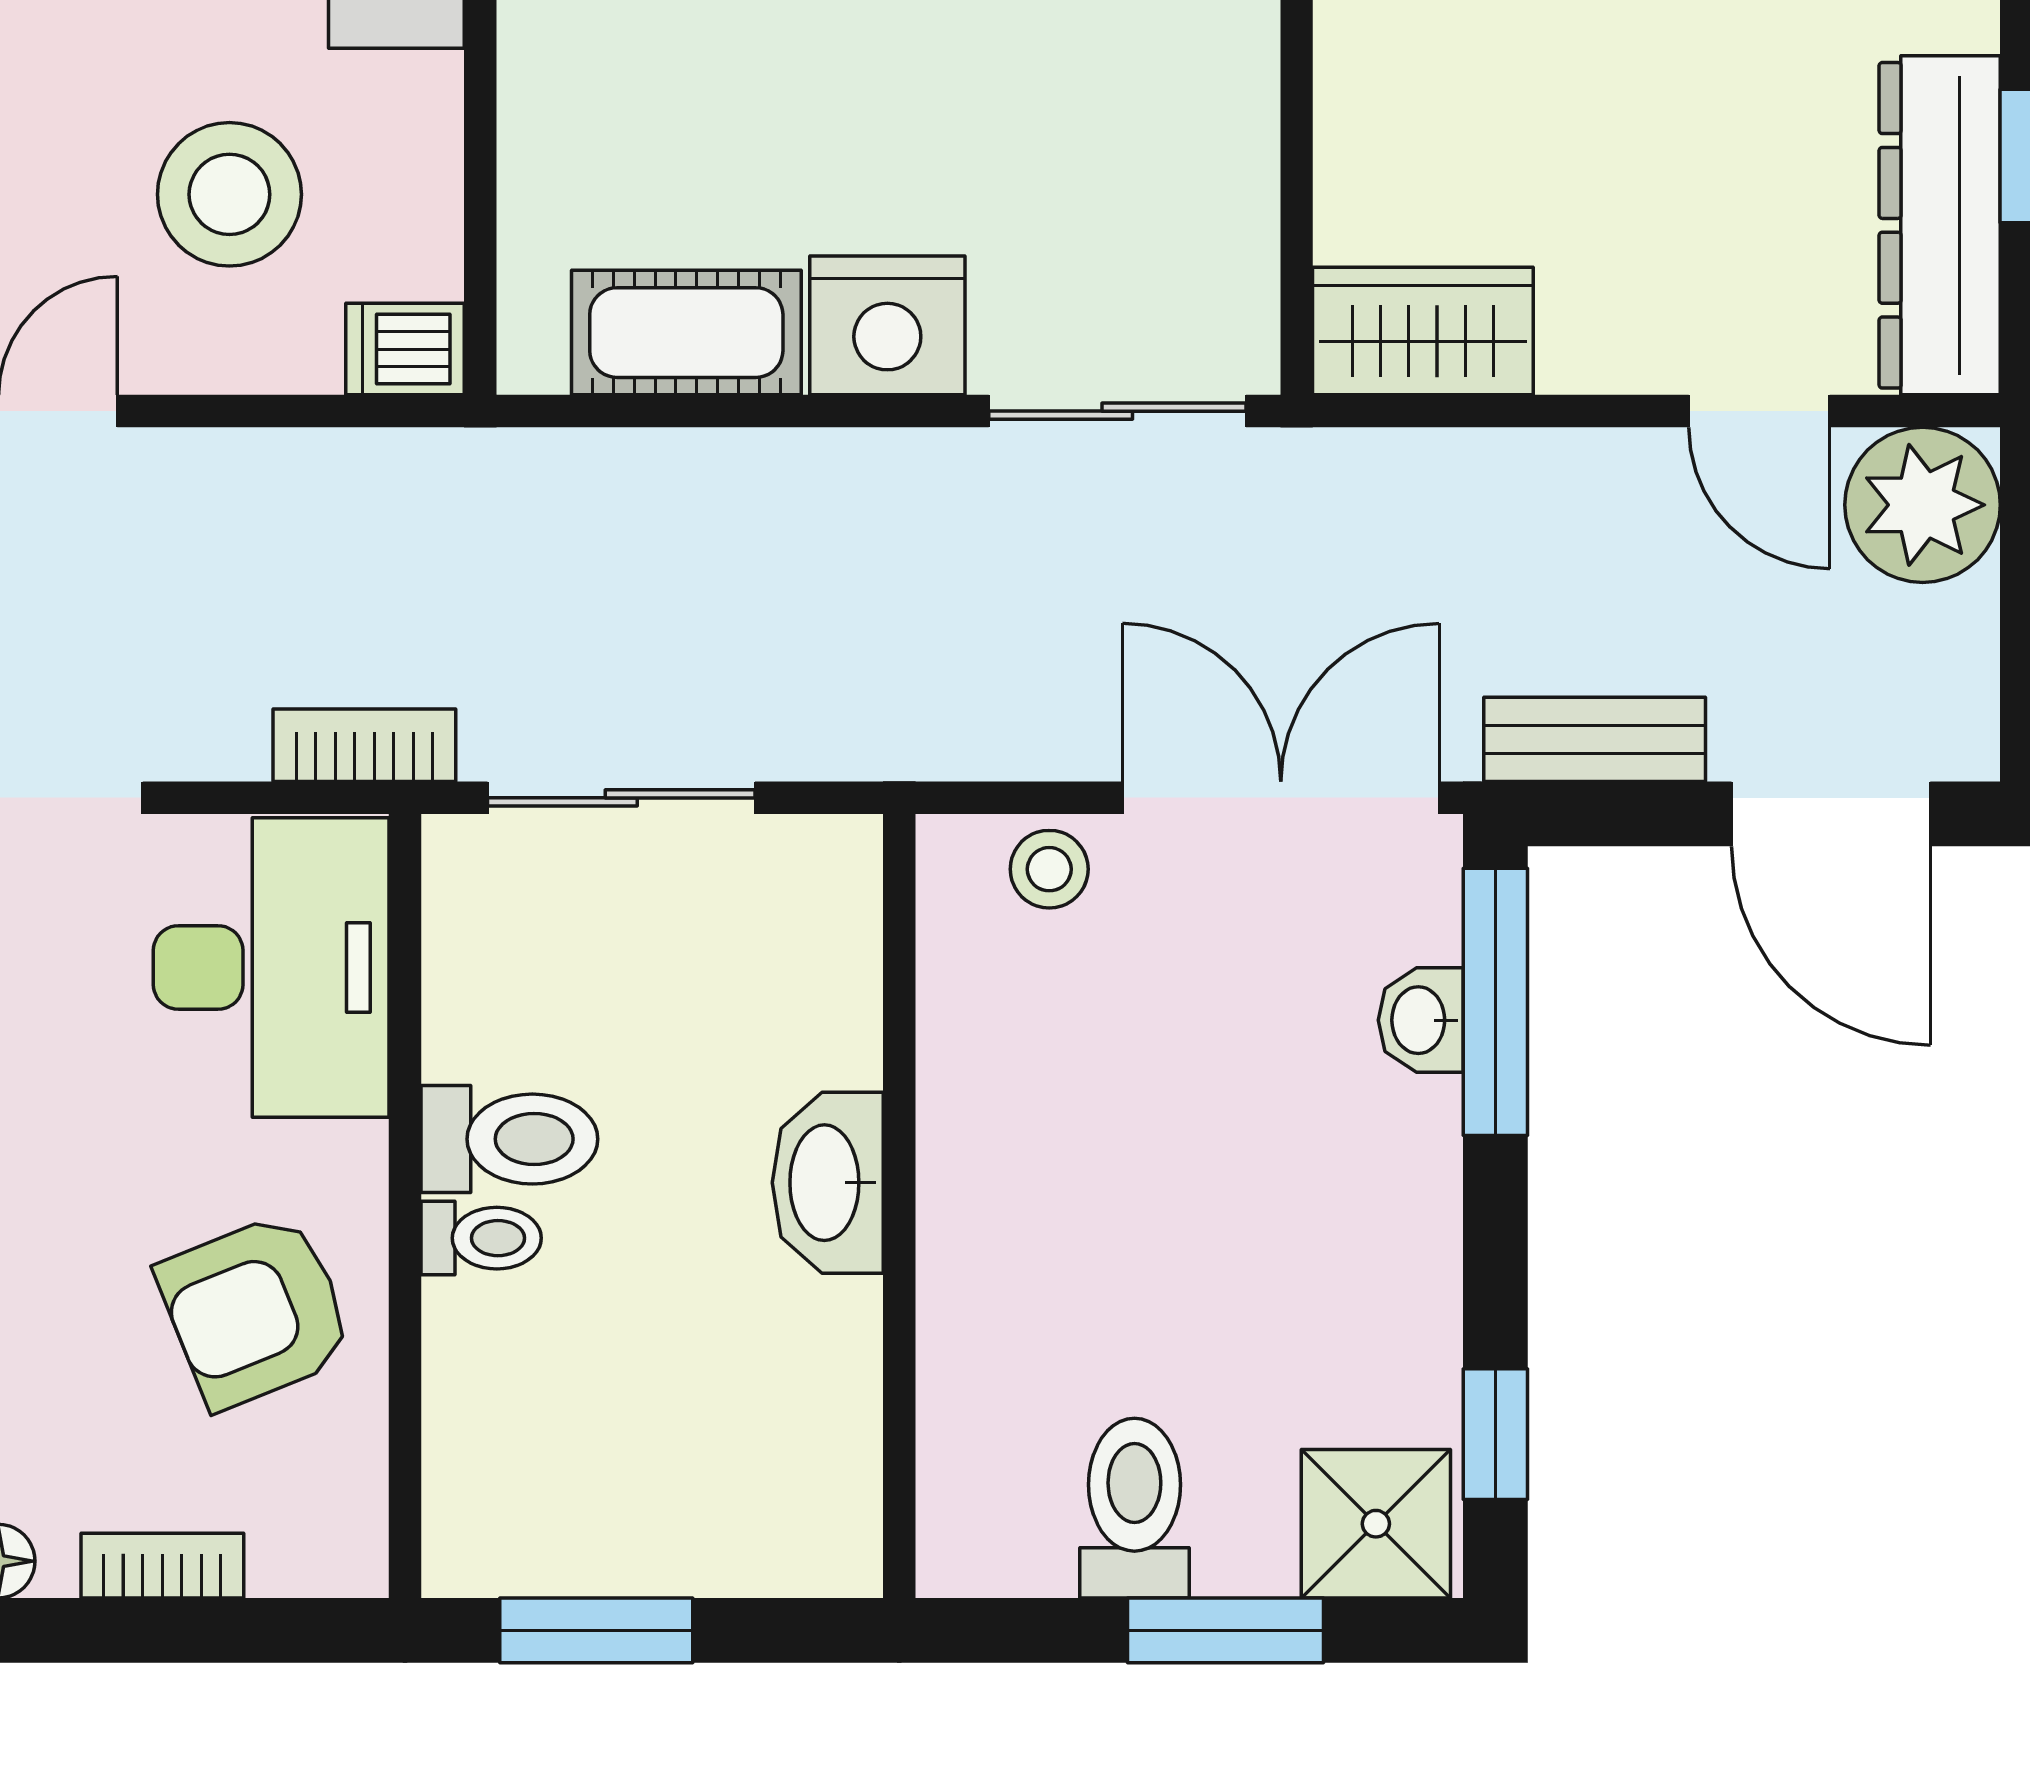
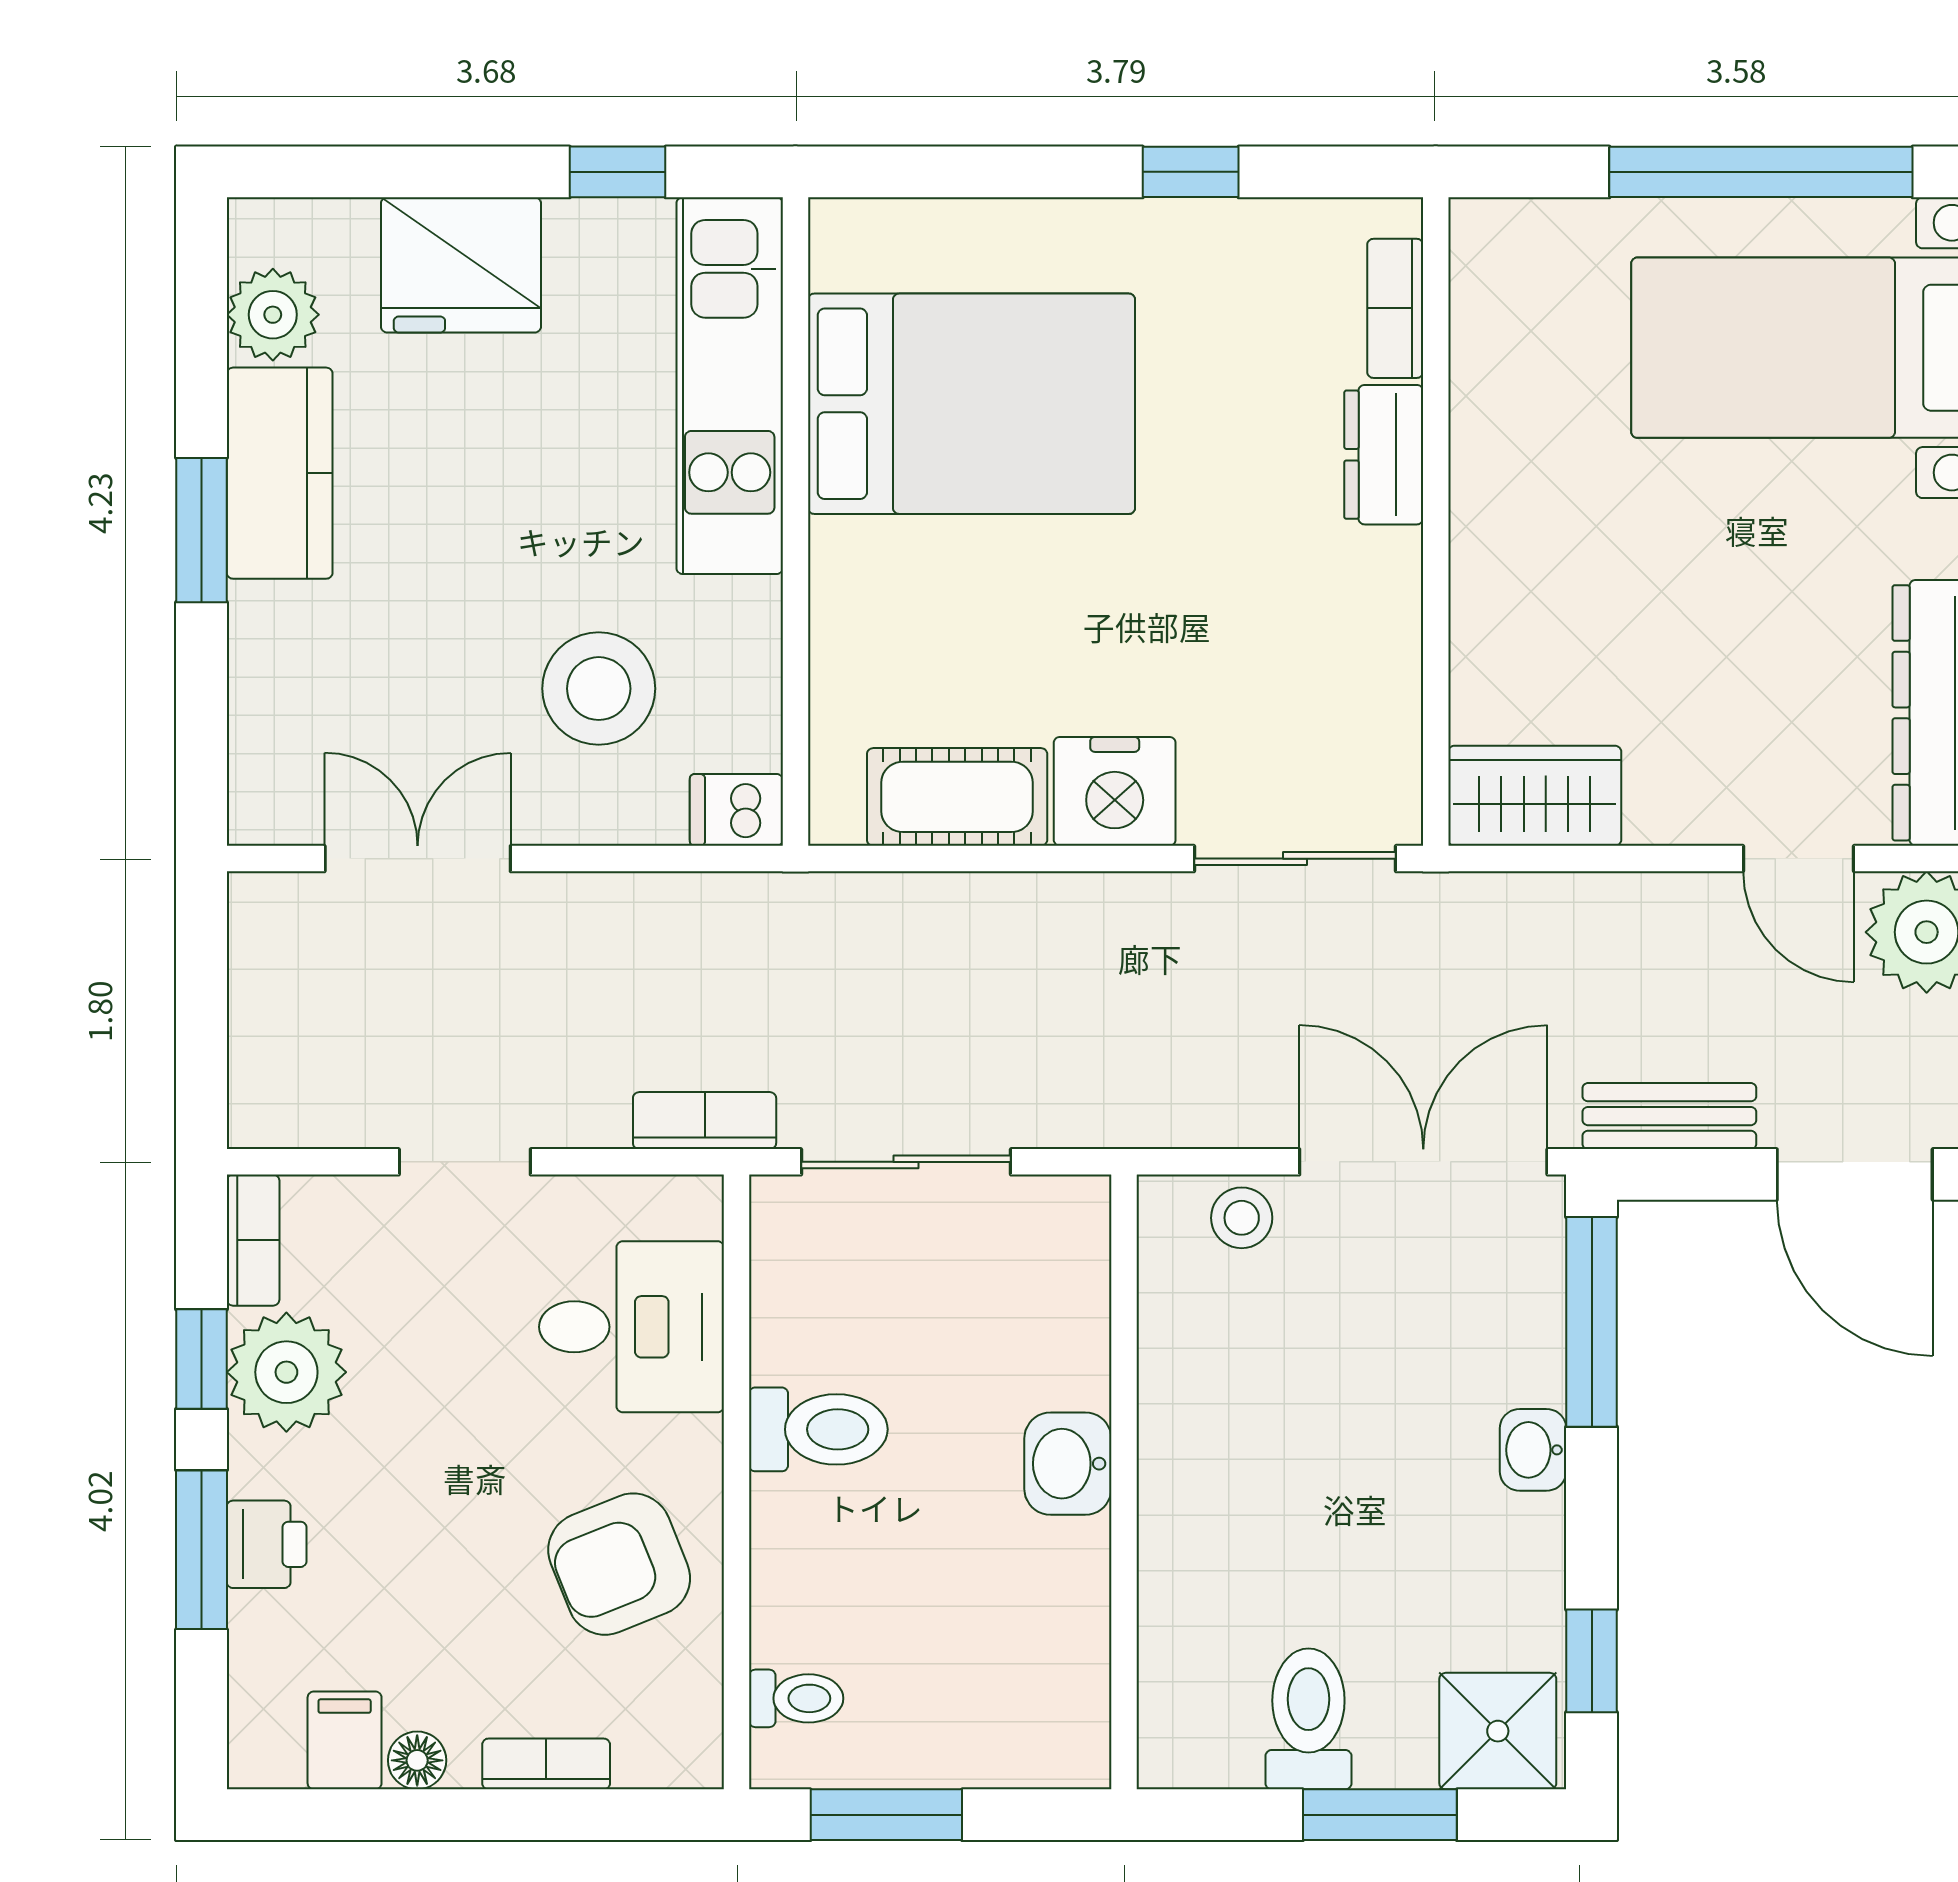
desk: (271, 967) -> (631, 1327), width x0.73
washbasin: (1421, 1020) -> (1533, 1450), moved
washbasin: (828, 1183) -> (1068, 1464), width x0.72
toilet: (481, 1238) -> (796, 1698), moved

